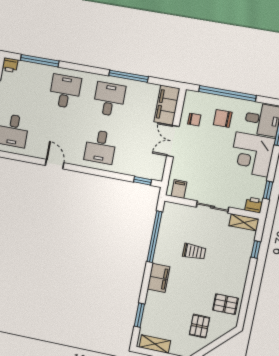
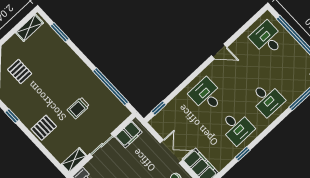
window: (129, 76) -> (243, 154), width x0.46
filing cabinet: (179, 189) -> (129, 134), width x2.00
window: (256, 250) -> (12, 116), moved
filing cabinet: (159, 278) -> (78, 67), removed
pallet: (225, 304) -> (44, 128), moved

